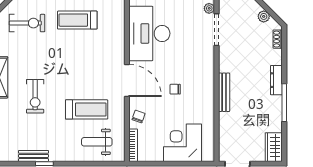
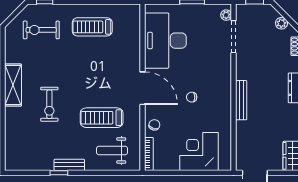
exercise bike: (27, 23) -> (41, 30), turned 180
treadmill: (87, 109) -> (102, 118), turned 180
bench: (33, 156) -> (69, 165), moved

